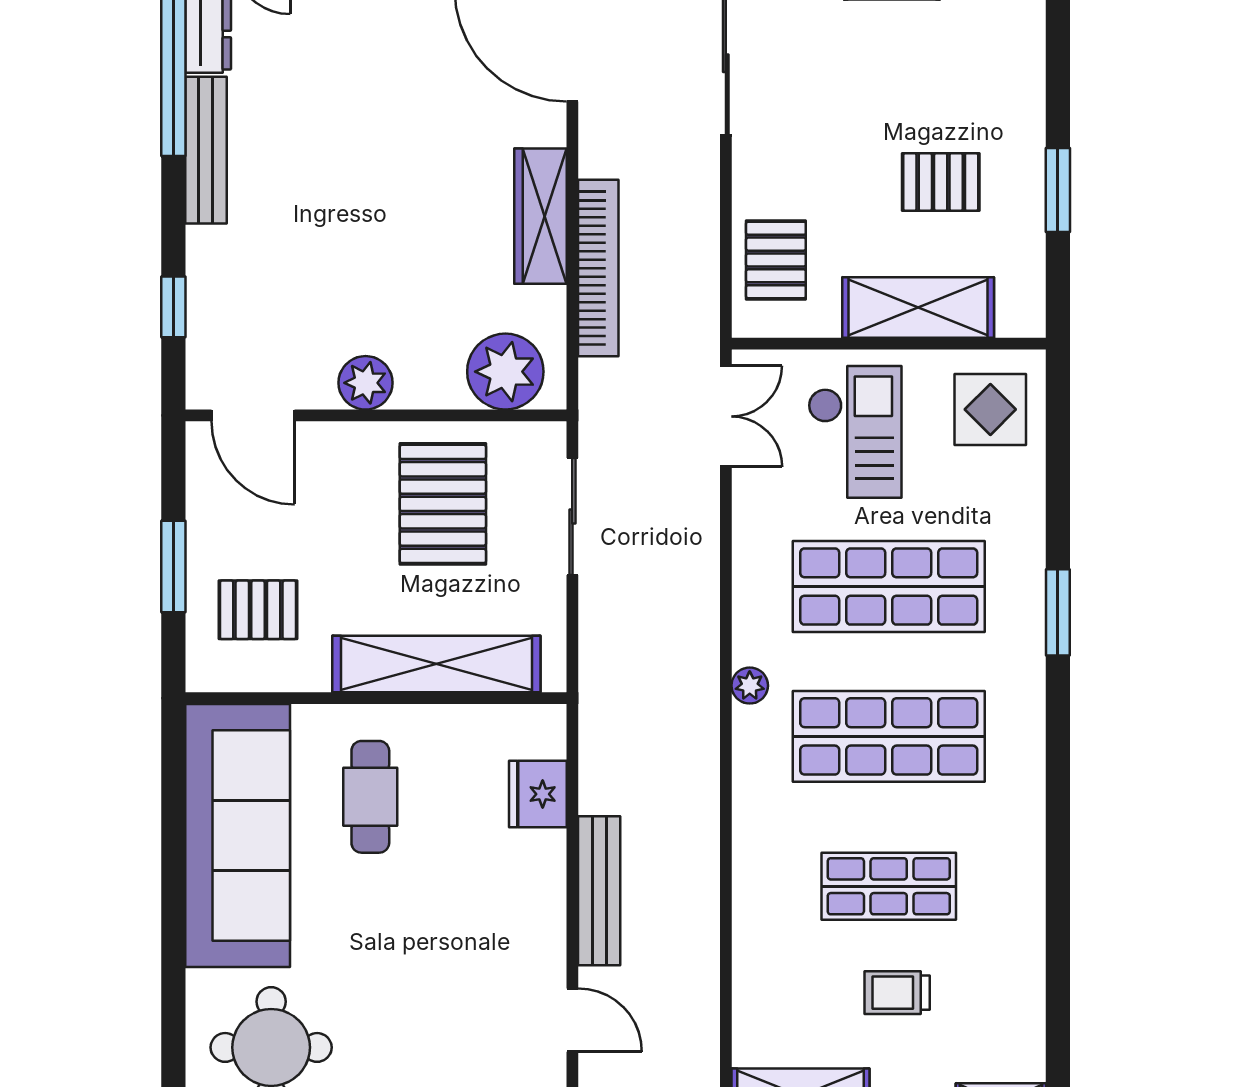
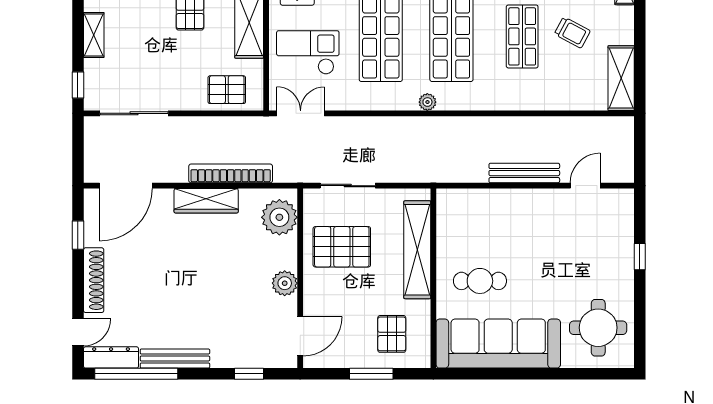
fridge: (538, 794) -> (479, 202), removed
trolley: (897, 993) -> (572, 32), turned -62

